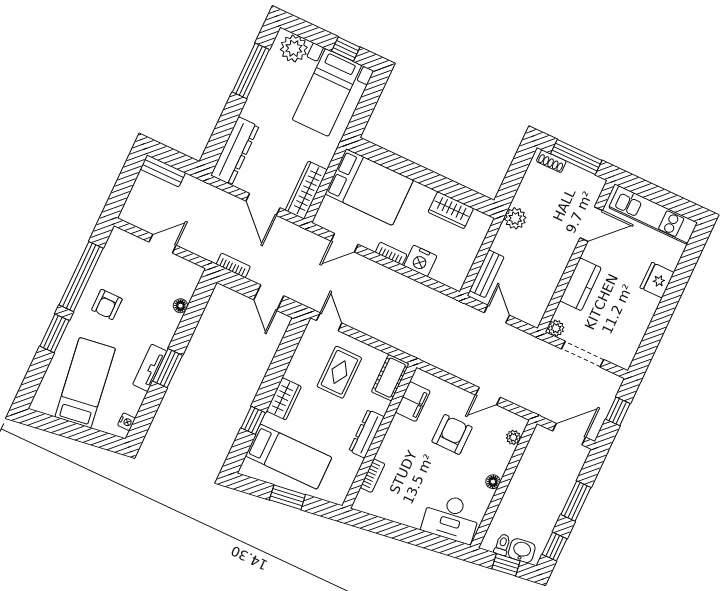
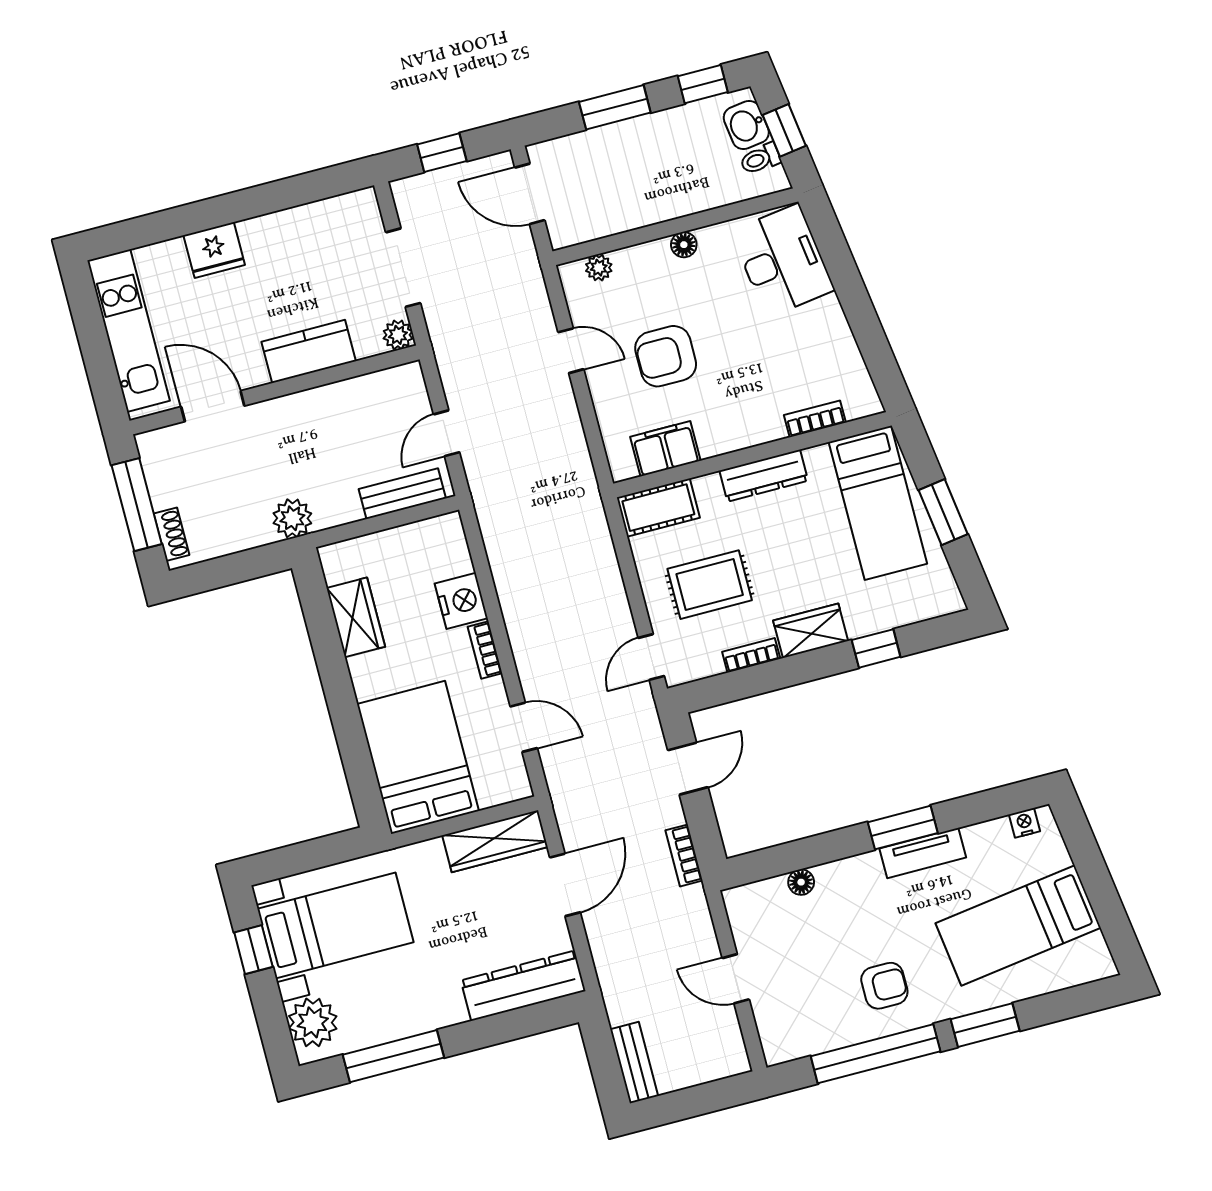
bookcase: (295, 365) -> (751, 655), added
bed: (289, 457) -> (878, 503), moved, turned 180

